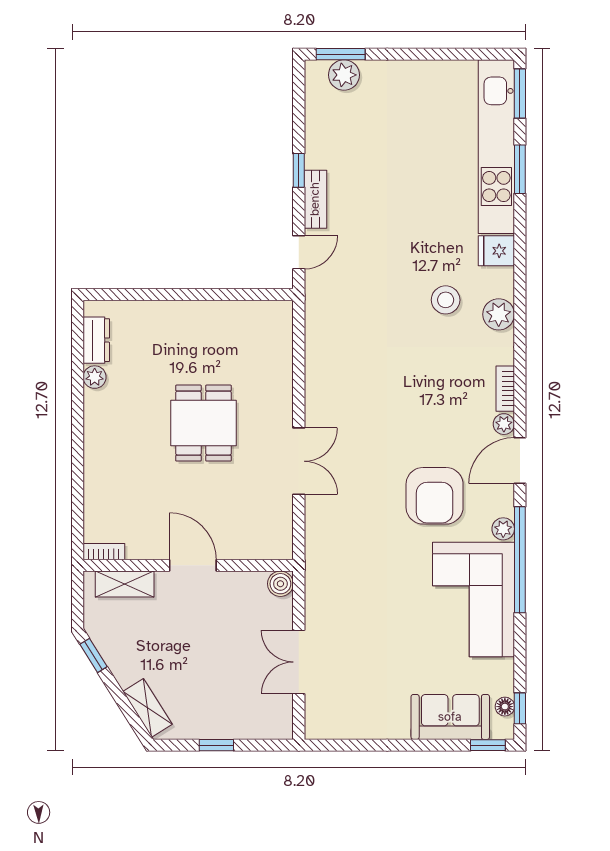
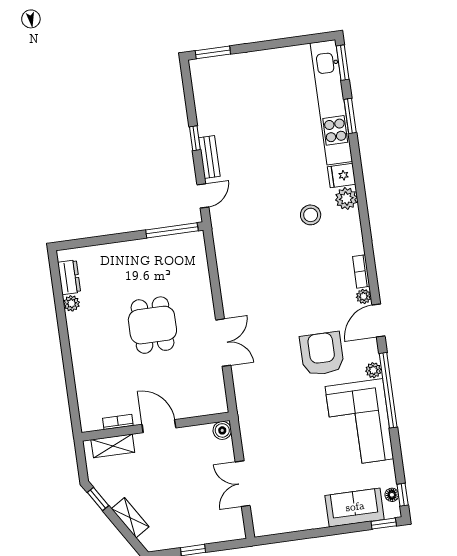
plant: (344, 75) -> (217, 67), removed
window: (249, 295) -> (172, 230), added
plant: (499, 314) -> (346, 199), moved
armchair: (435, 496) -> (322, 354), turned 180
bookcase: (104, 552) -> (118, 422), moved
shelving: (148, 708) -> (130, 518), moved

